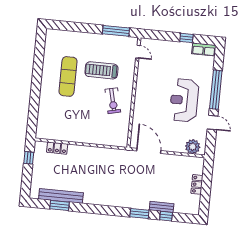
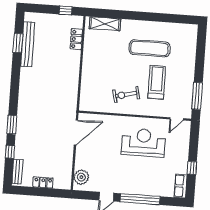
reception desk: (184, 100) -> (143, 143), moved
shelving: (43, 120) -> (105, 24), added
bench: (162, 207) -> (17, 172), moved

